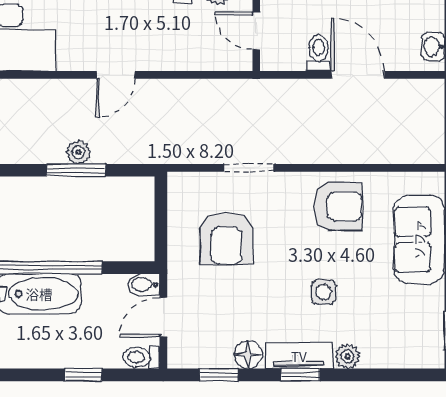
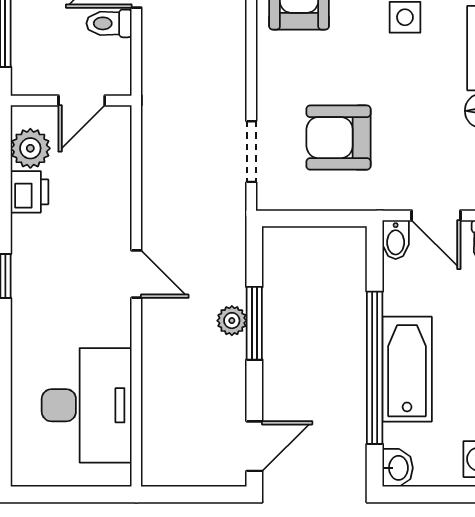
doorway: (249, 168) -> (251, 152), moved
armchair: (226, 238) -> (338, 138), turned 180

